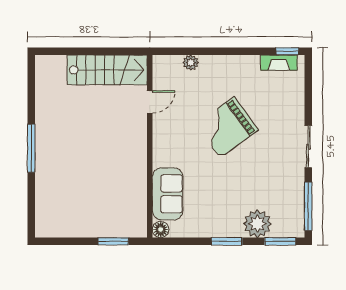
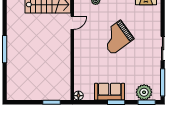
sofa: (168, 194) -> (110, 92), moved, turned -90
plant: (257, 224) -> (144, 92), moved

